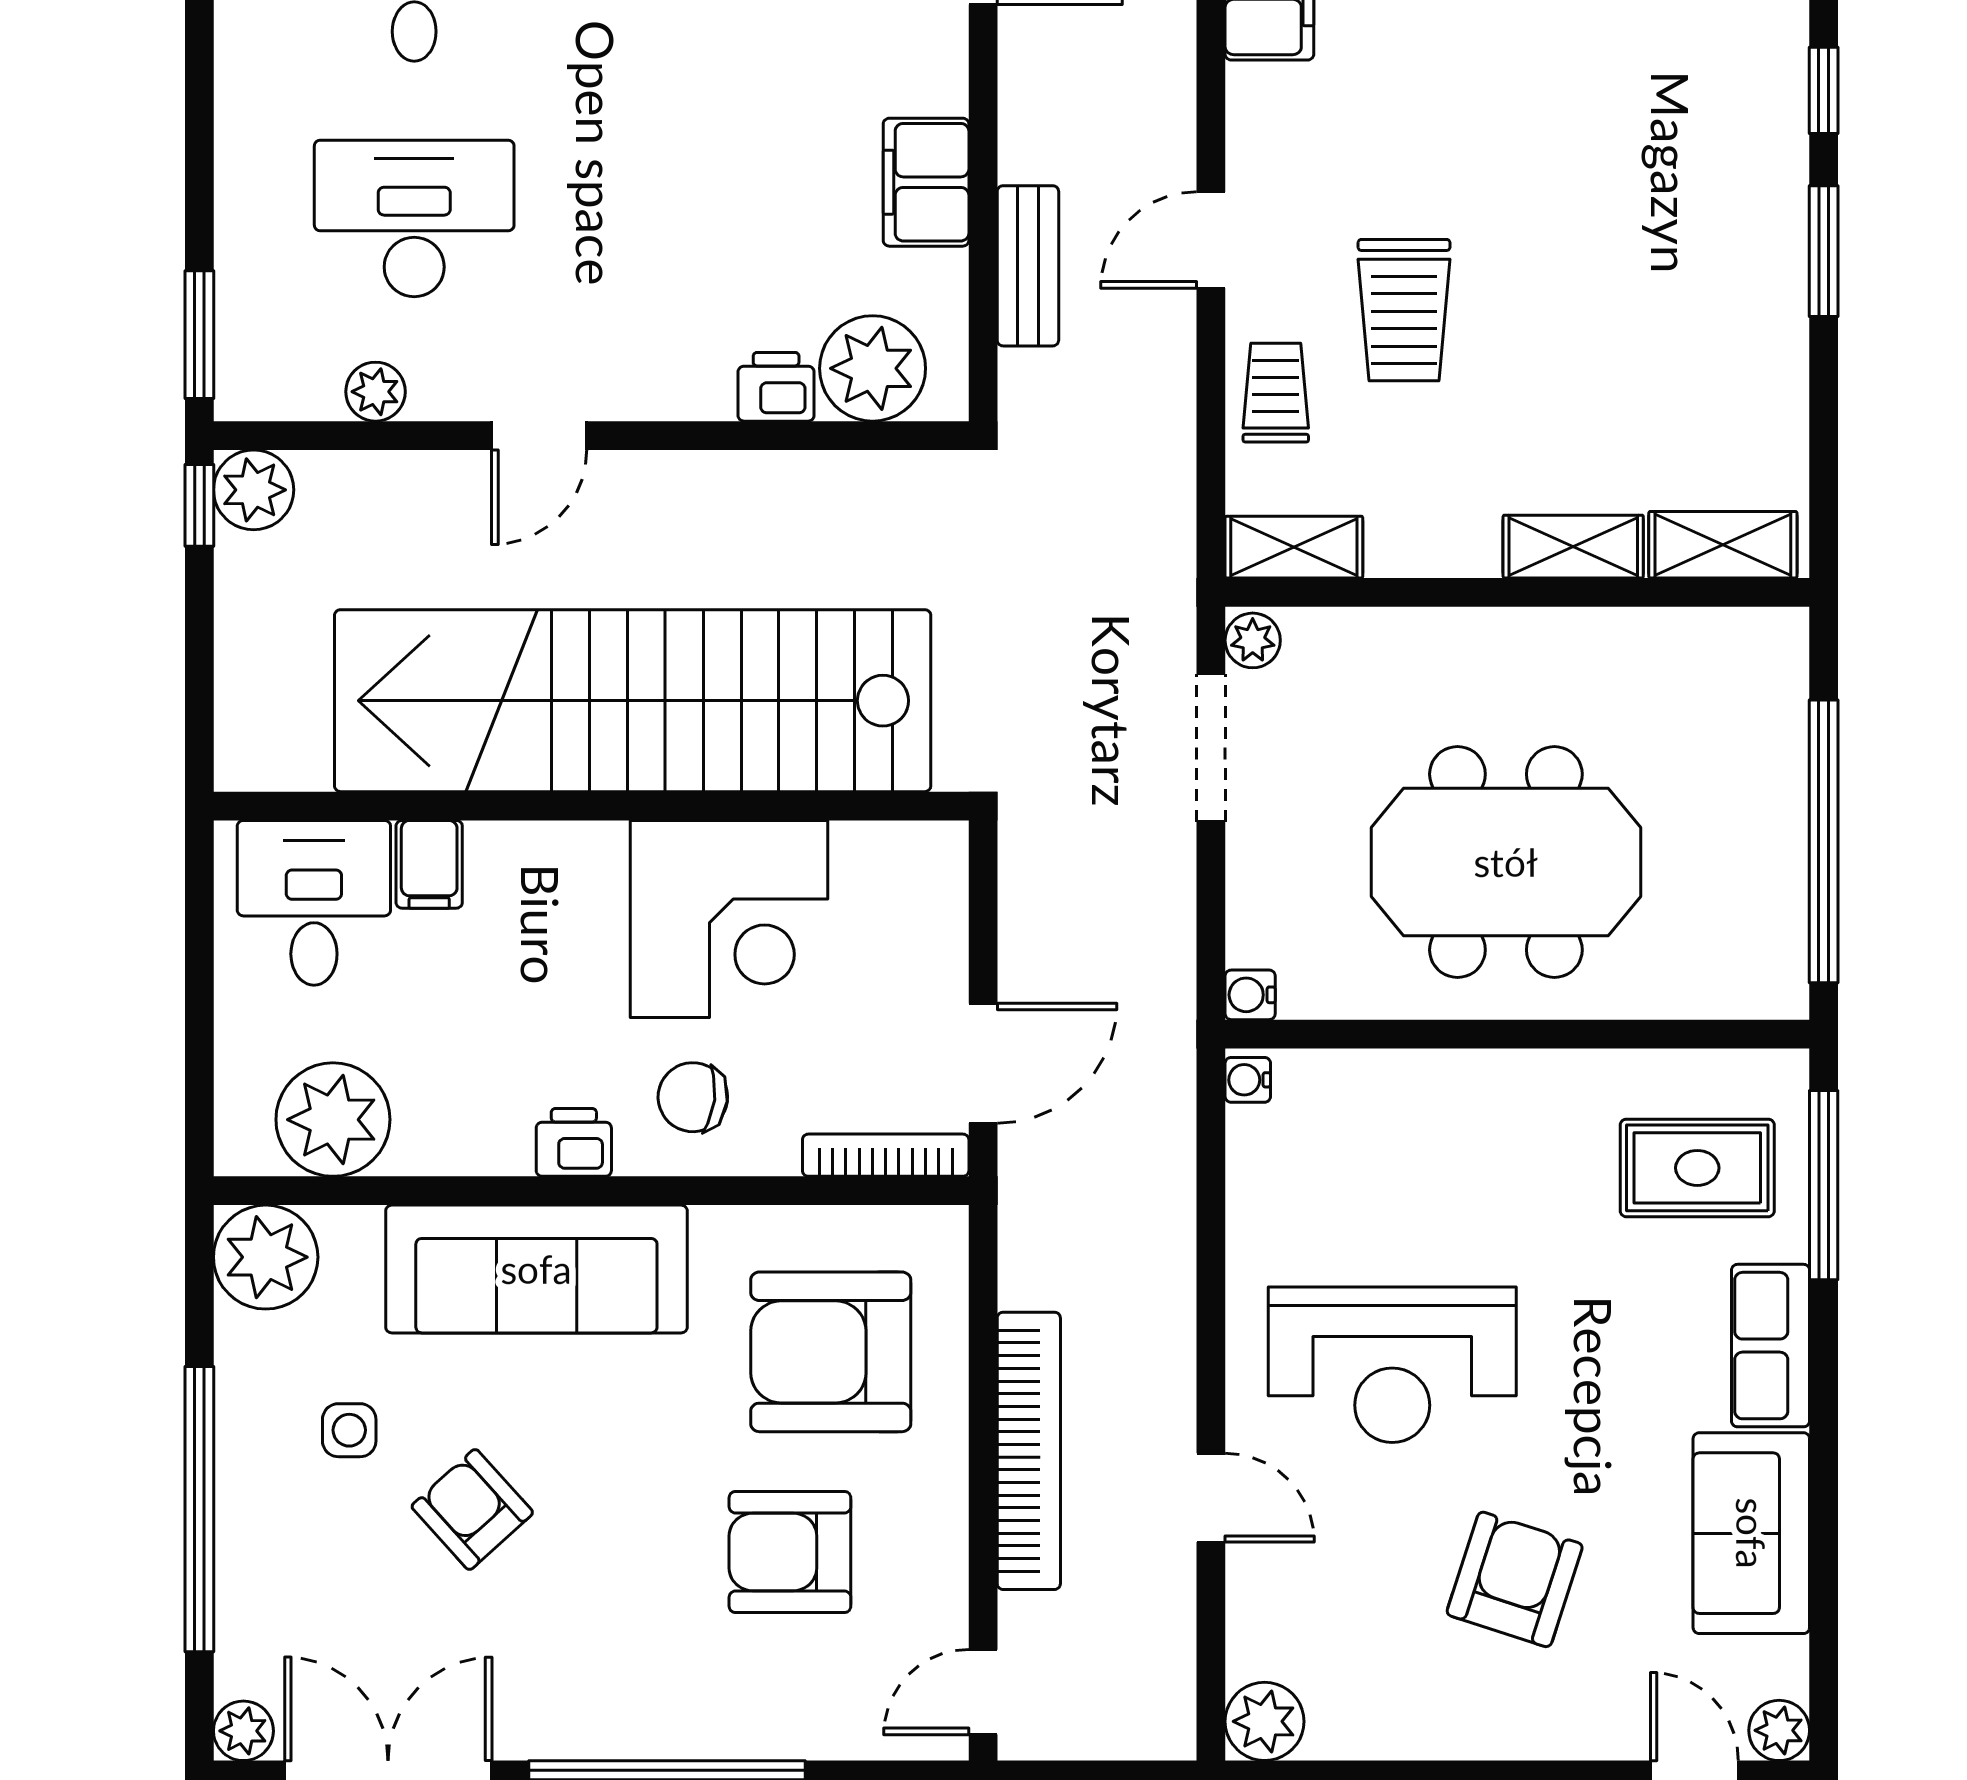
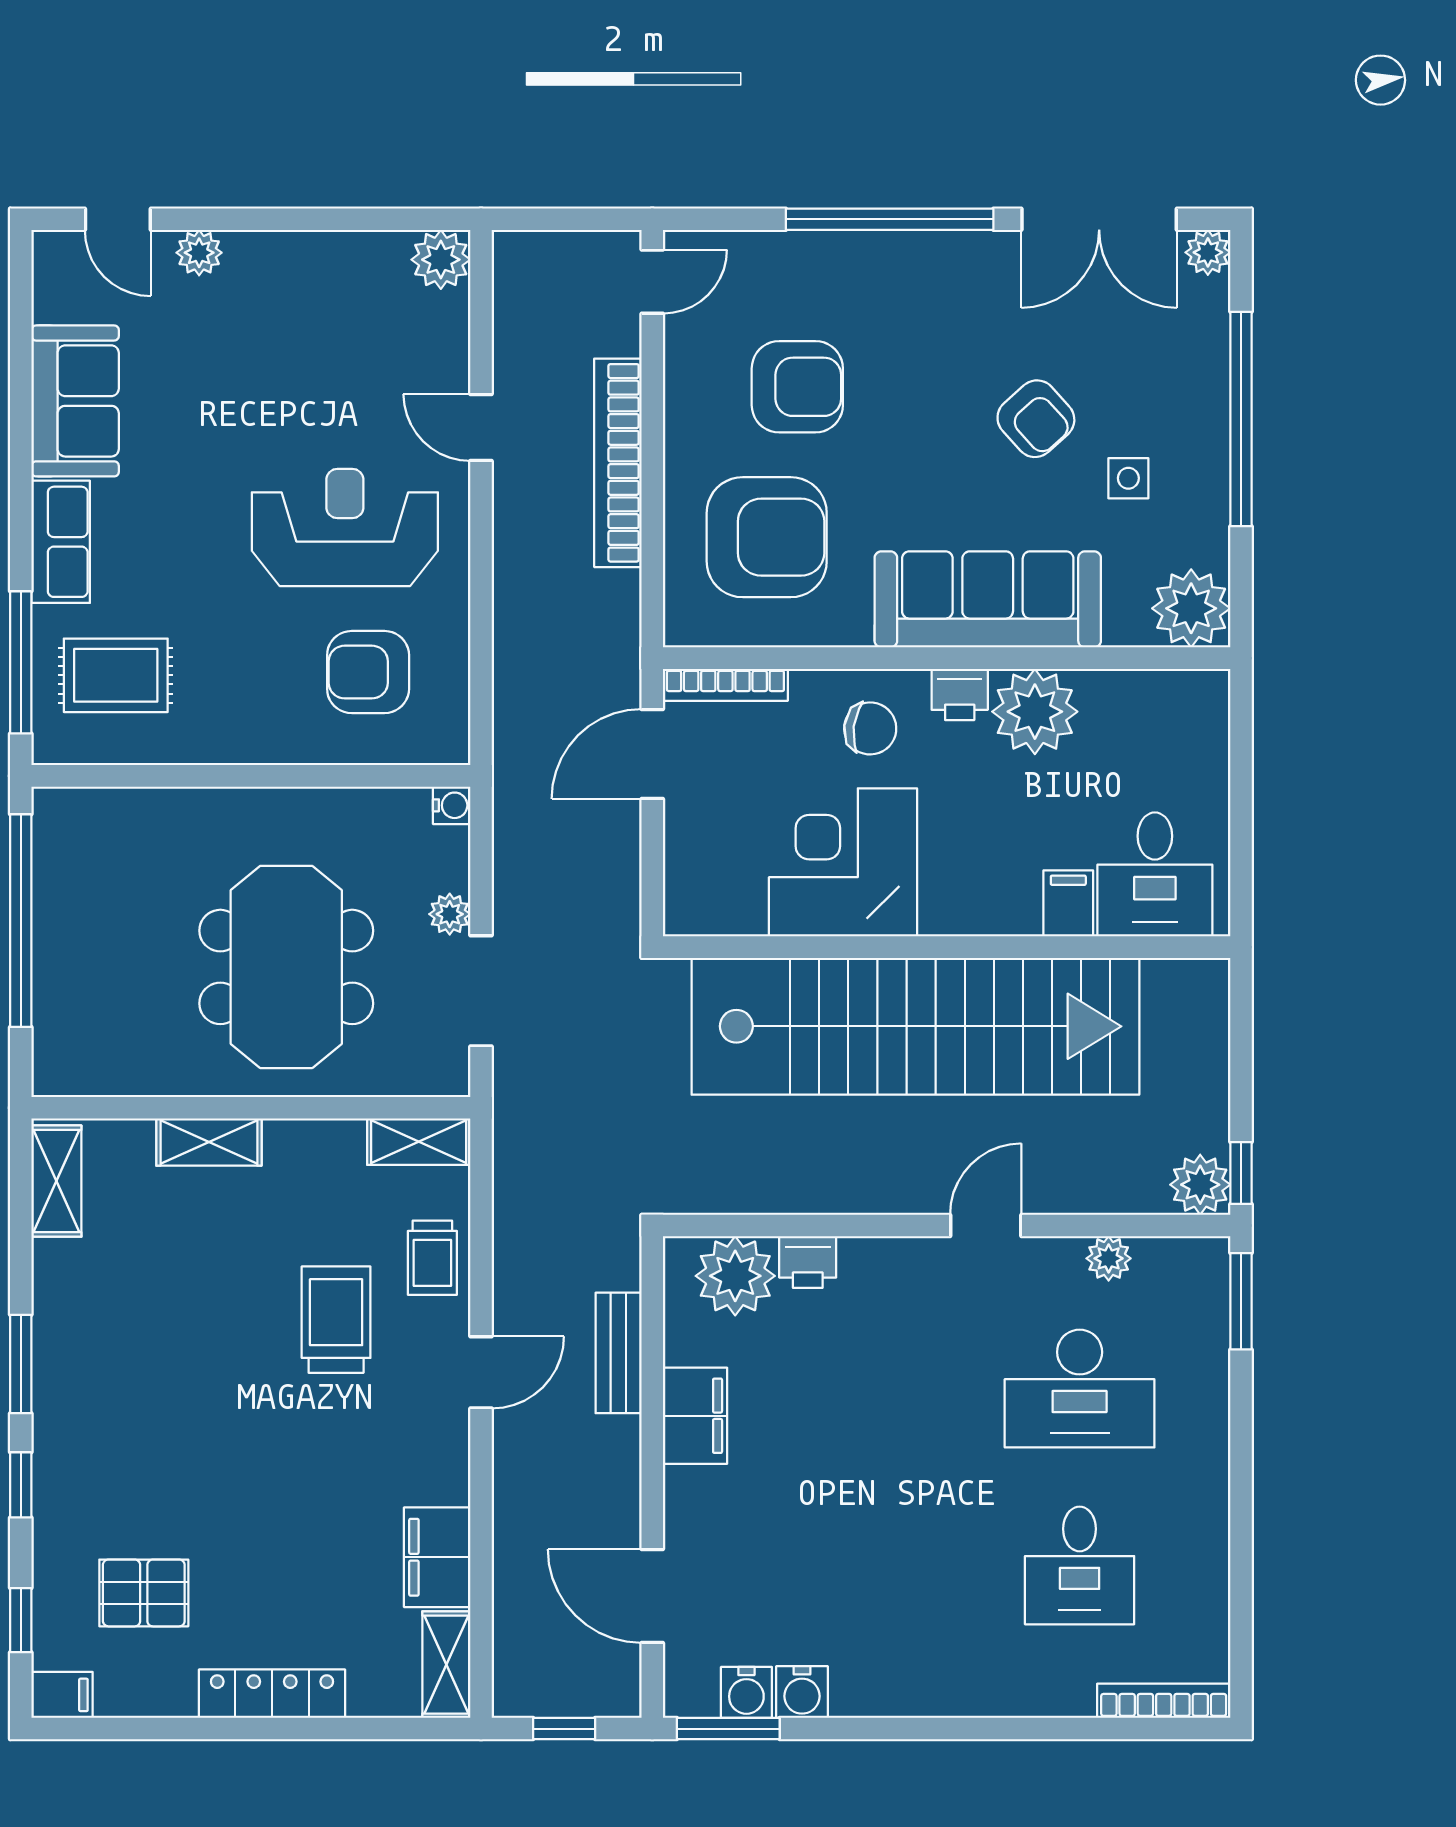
shelving: (1723, 545) -> (56, 1181), moved, turned 90
plant: (1253, 640) -> (450, 914), moved
meeting table: (1506, 862) -> (286, 967), moved, turned 90
water cooler: (1248, 1080) -> (453, 741), removed
plant: (333, 1120) -> (1035, 712), moved
armchair: (1515, 1579) -> (368, 672), moved, turned 72
plant: (1779, 1730) -> (199, 253), moved

